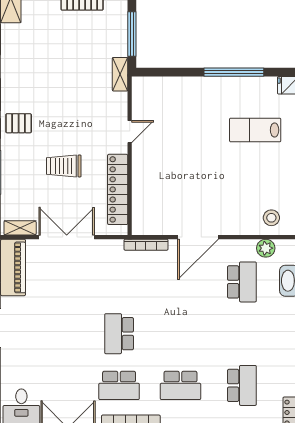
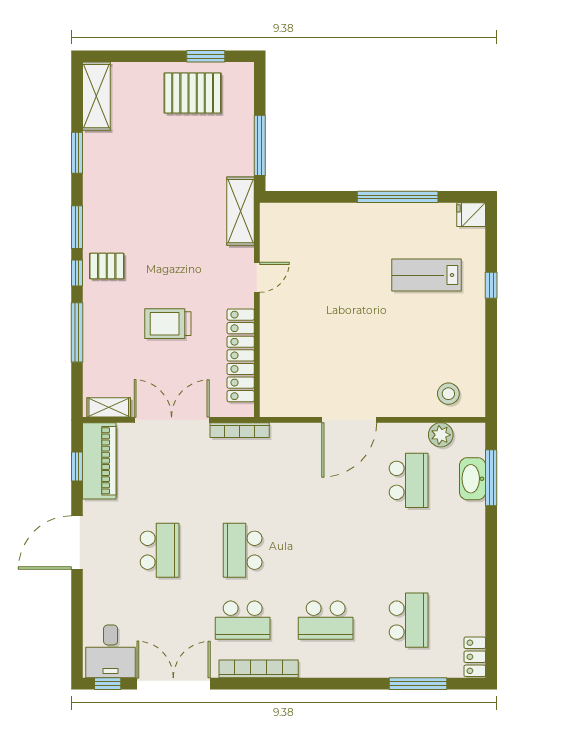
shelving: (120, 74) -> (240, 211), width x1.50, depth x1.33
bookcase: (146, 245) -> (240, 430), moved
school desk: (58, 334) -> (160, 550), added

